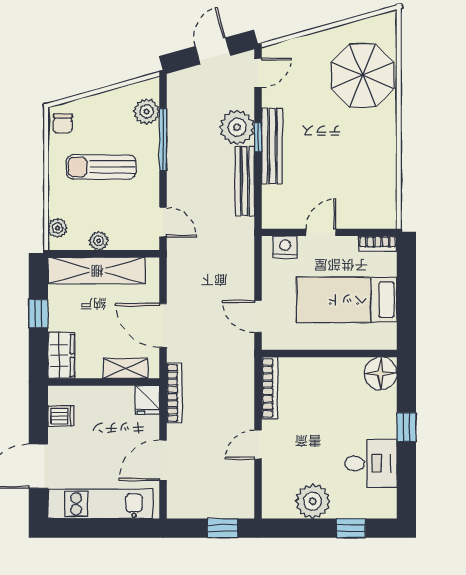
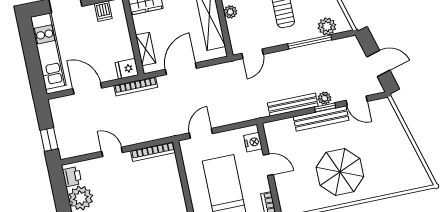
door: (258, 73) -> (357, 101), moved
parasol: (363, 75) -> (340, 172), moved
plant: (237, 127) -> (325, 98), width x0.53, depth x0.53
printer: (281, 507) -> (72, 177), added

